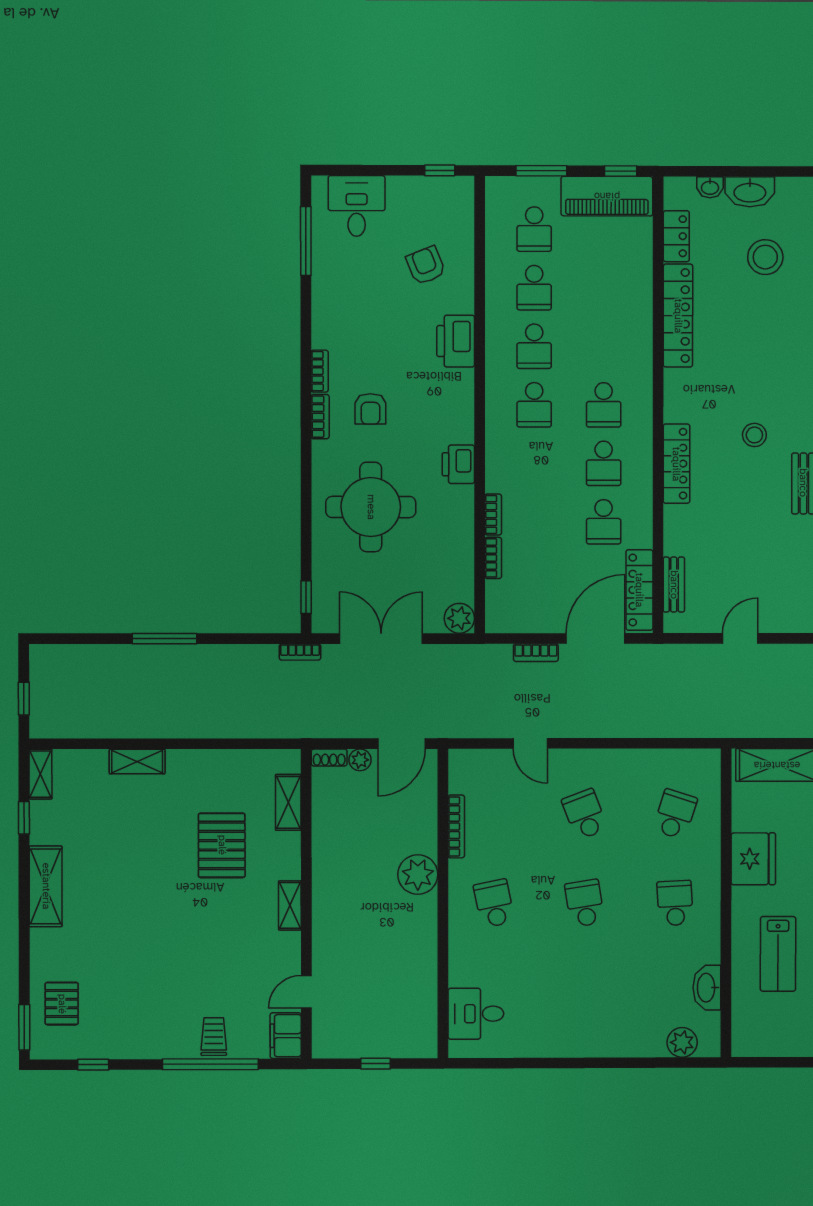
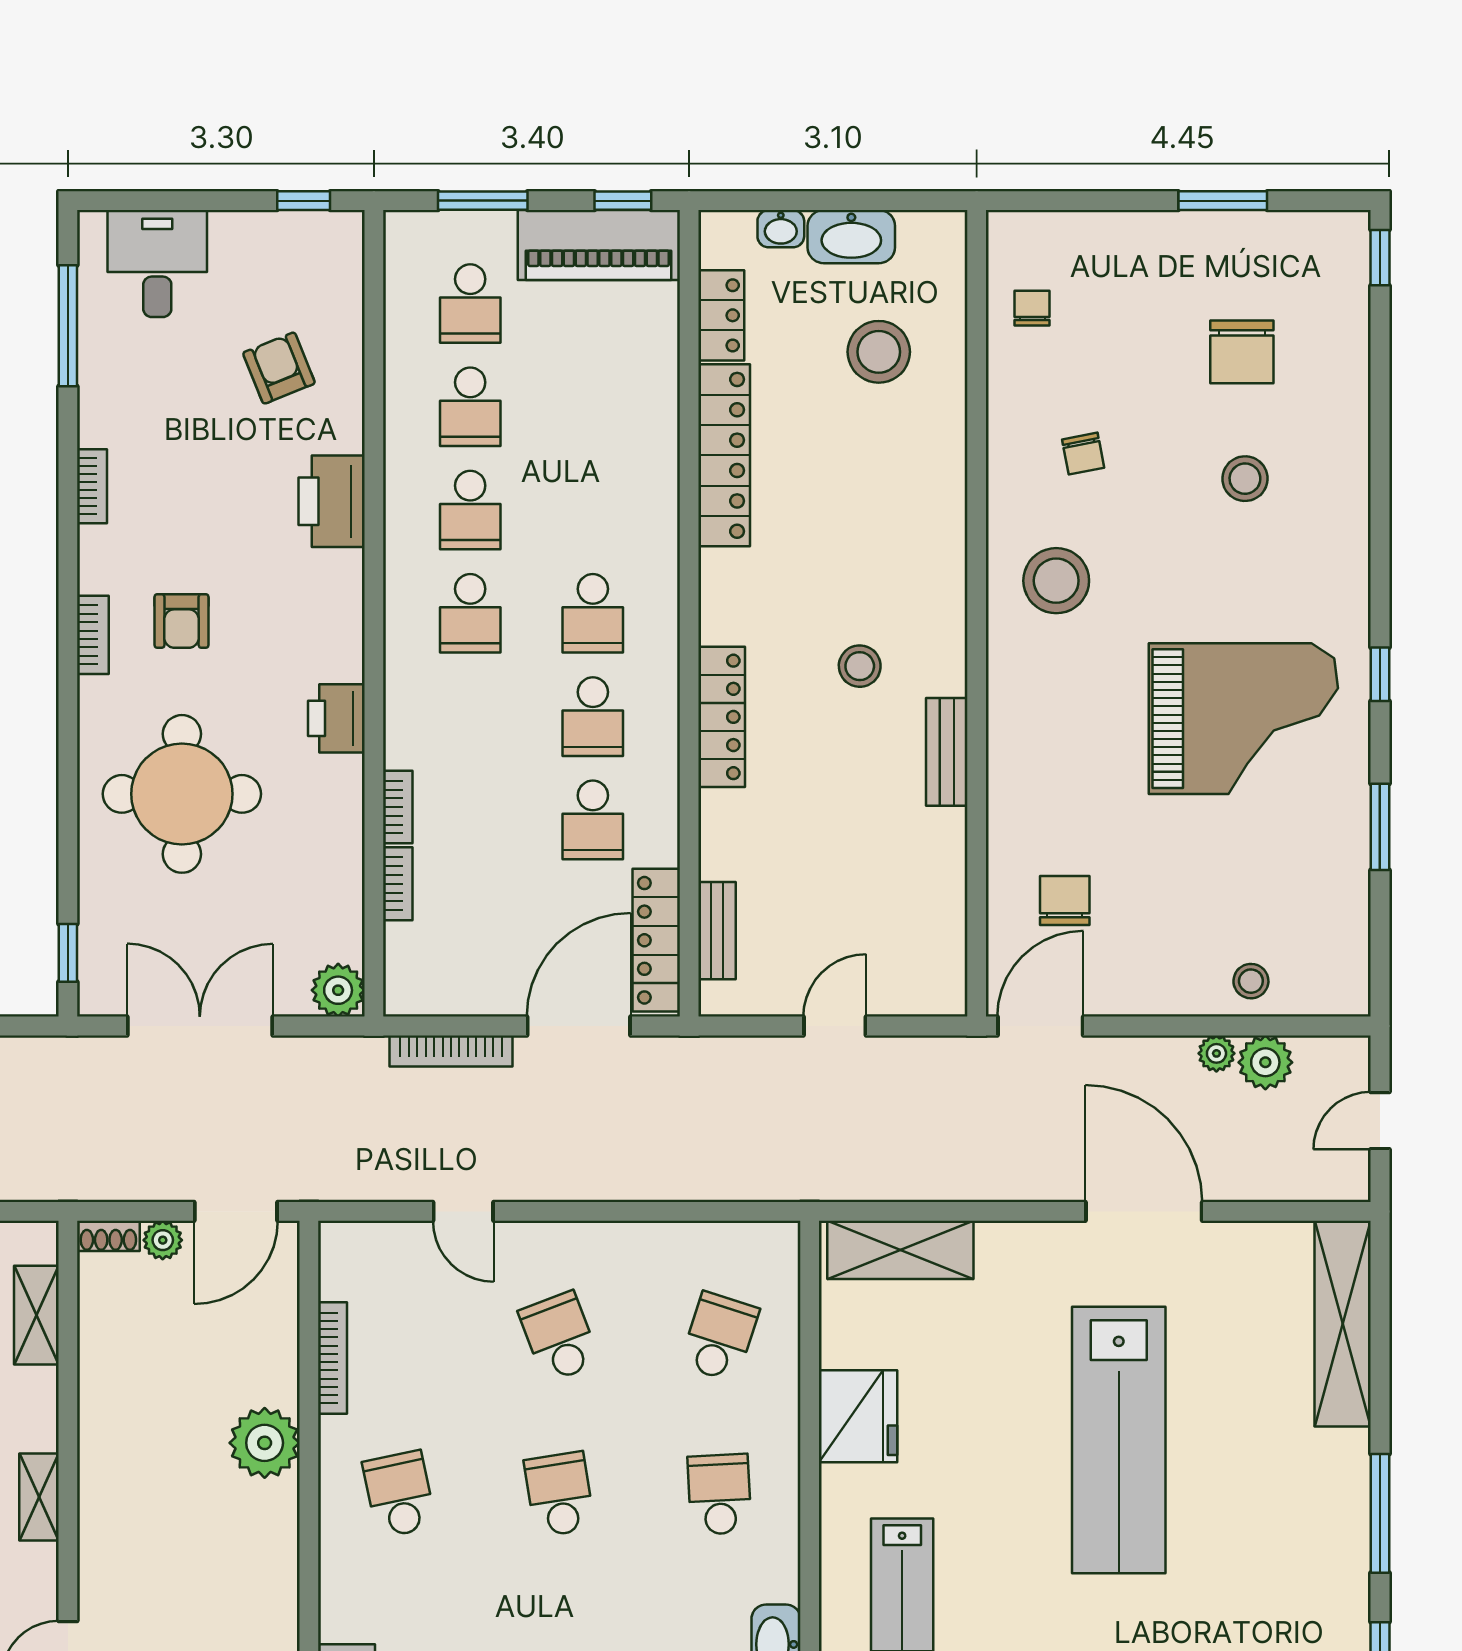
bookcase: (320, 371) -> (92, 486), moved
bookcase: (300, 652) -> (57, 1050), removed
bookcase: (536, 653) -> (451, 1051), width x1.56

